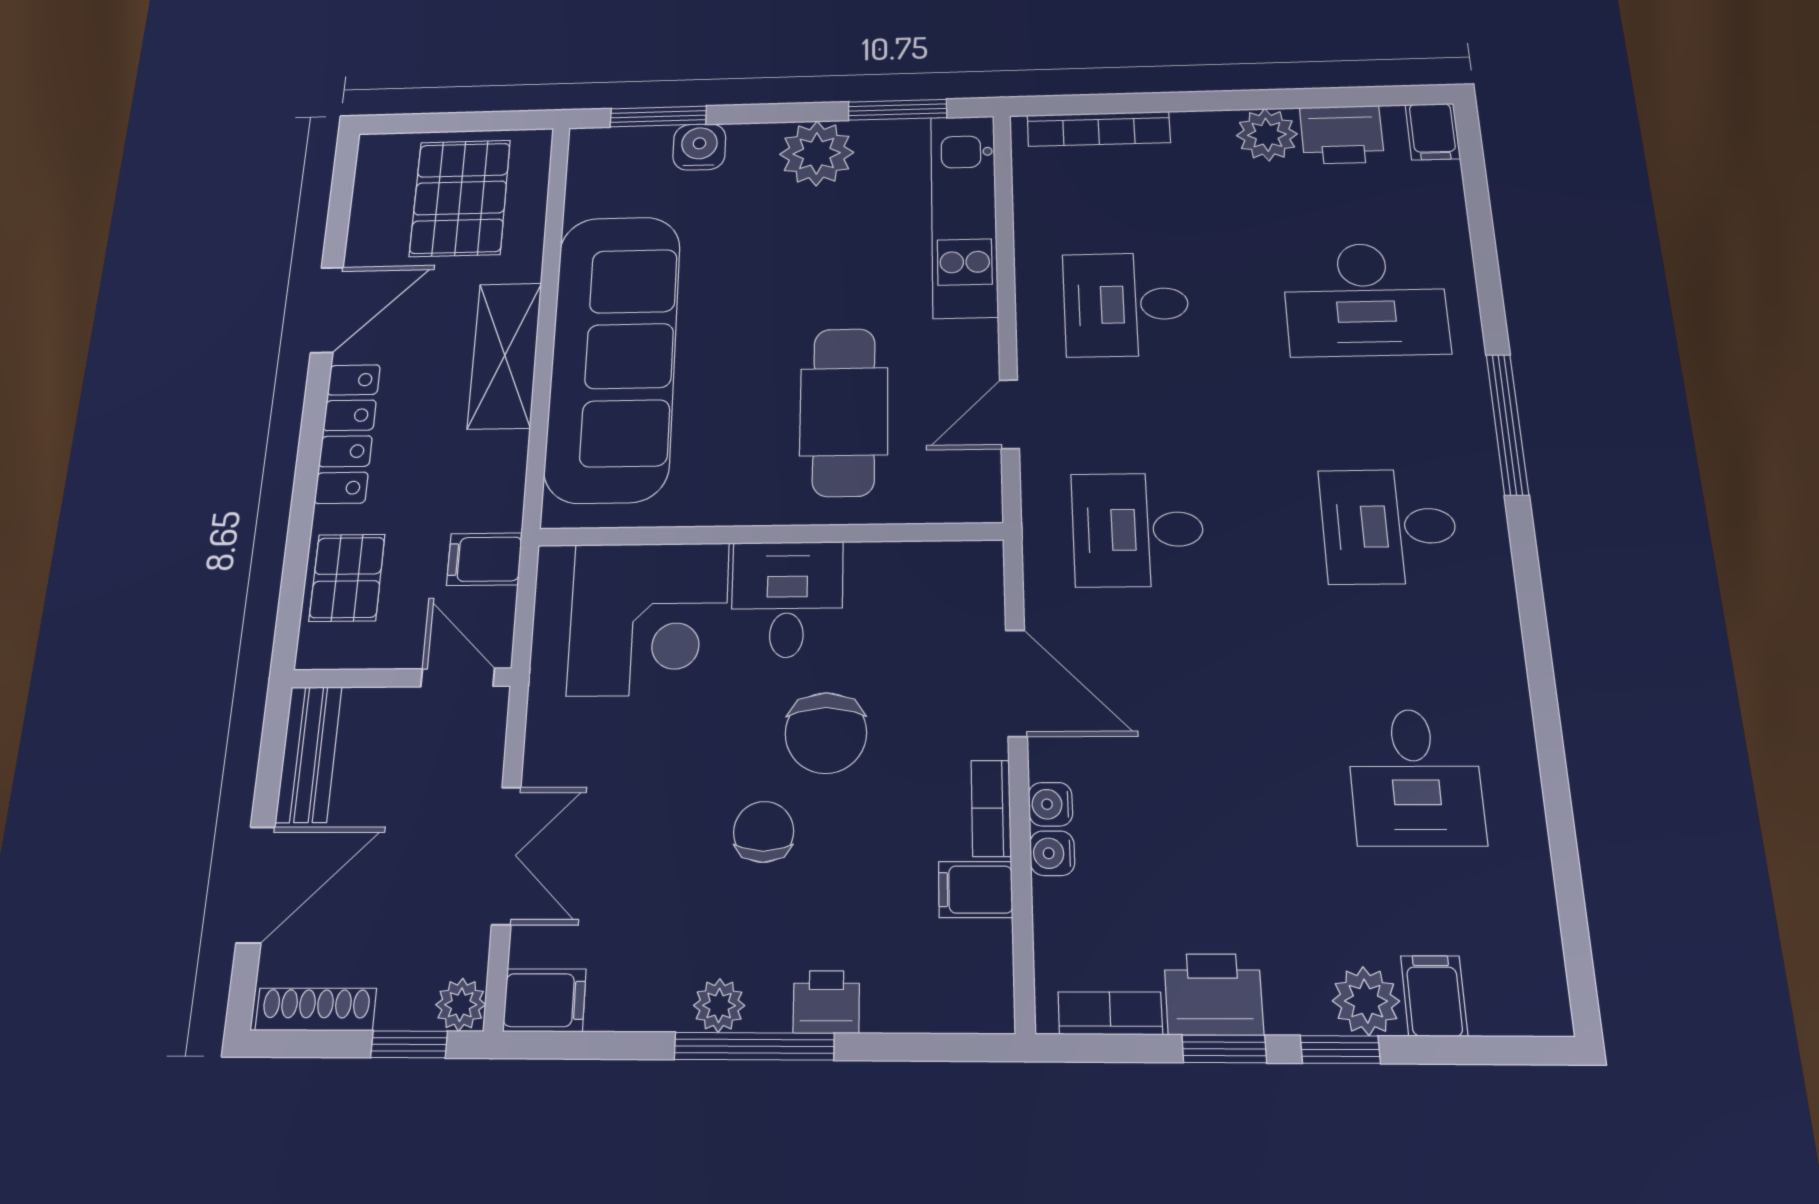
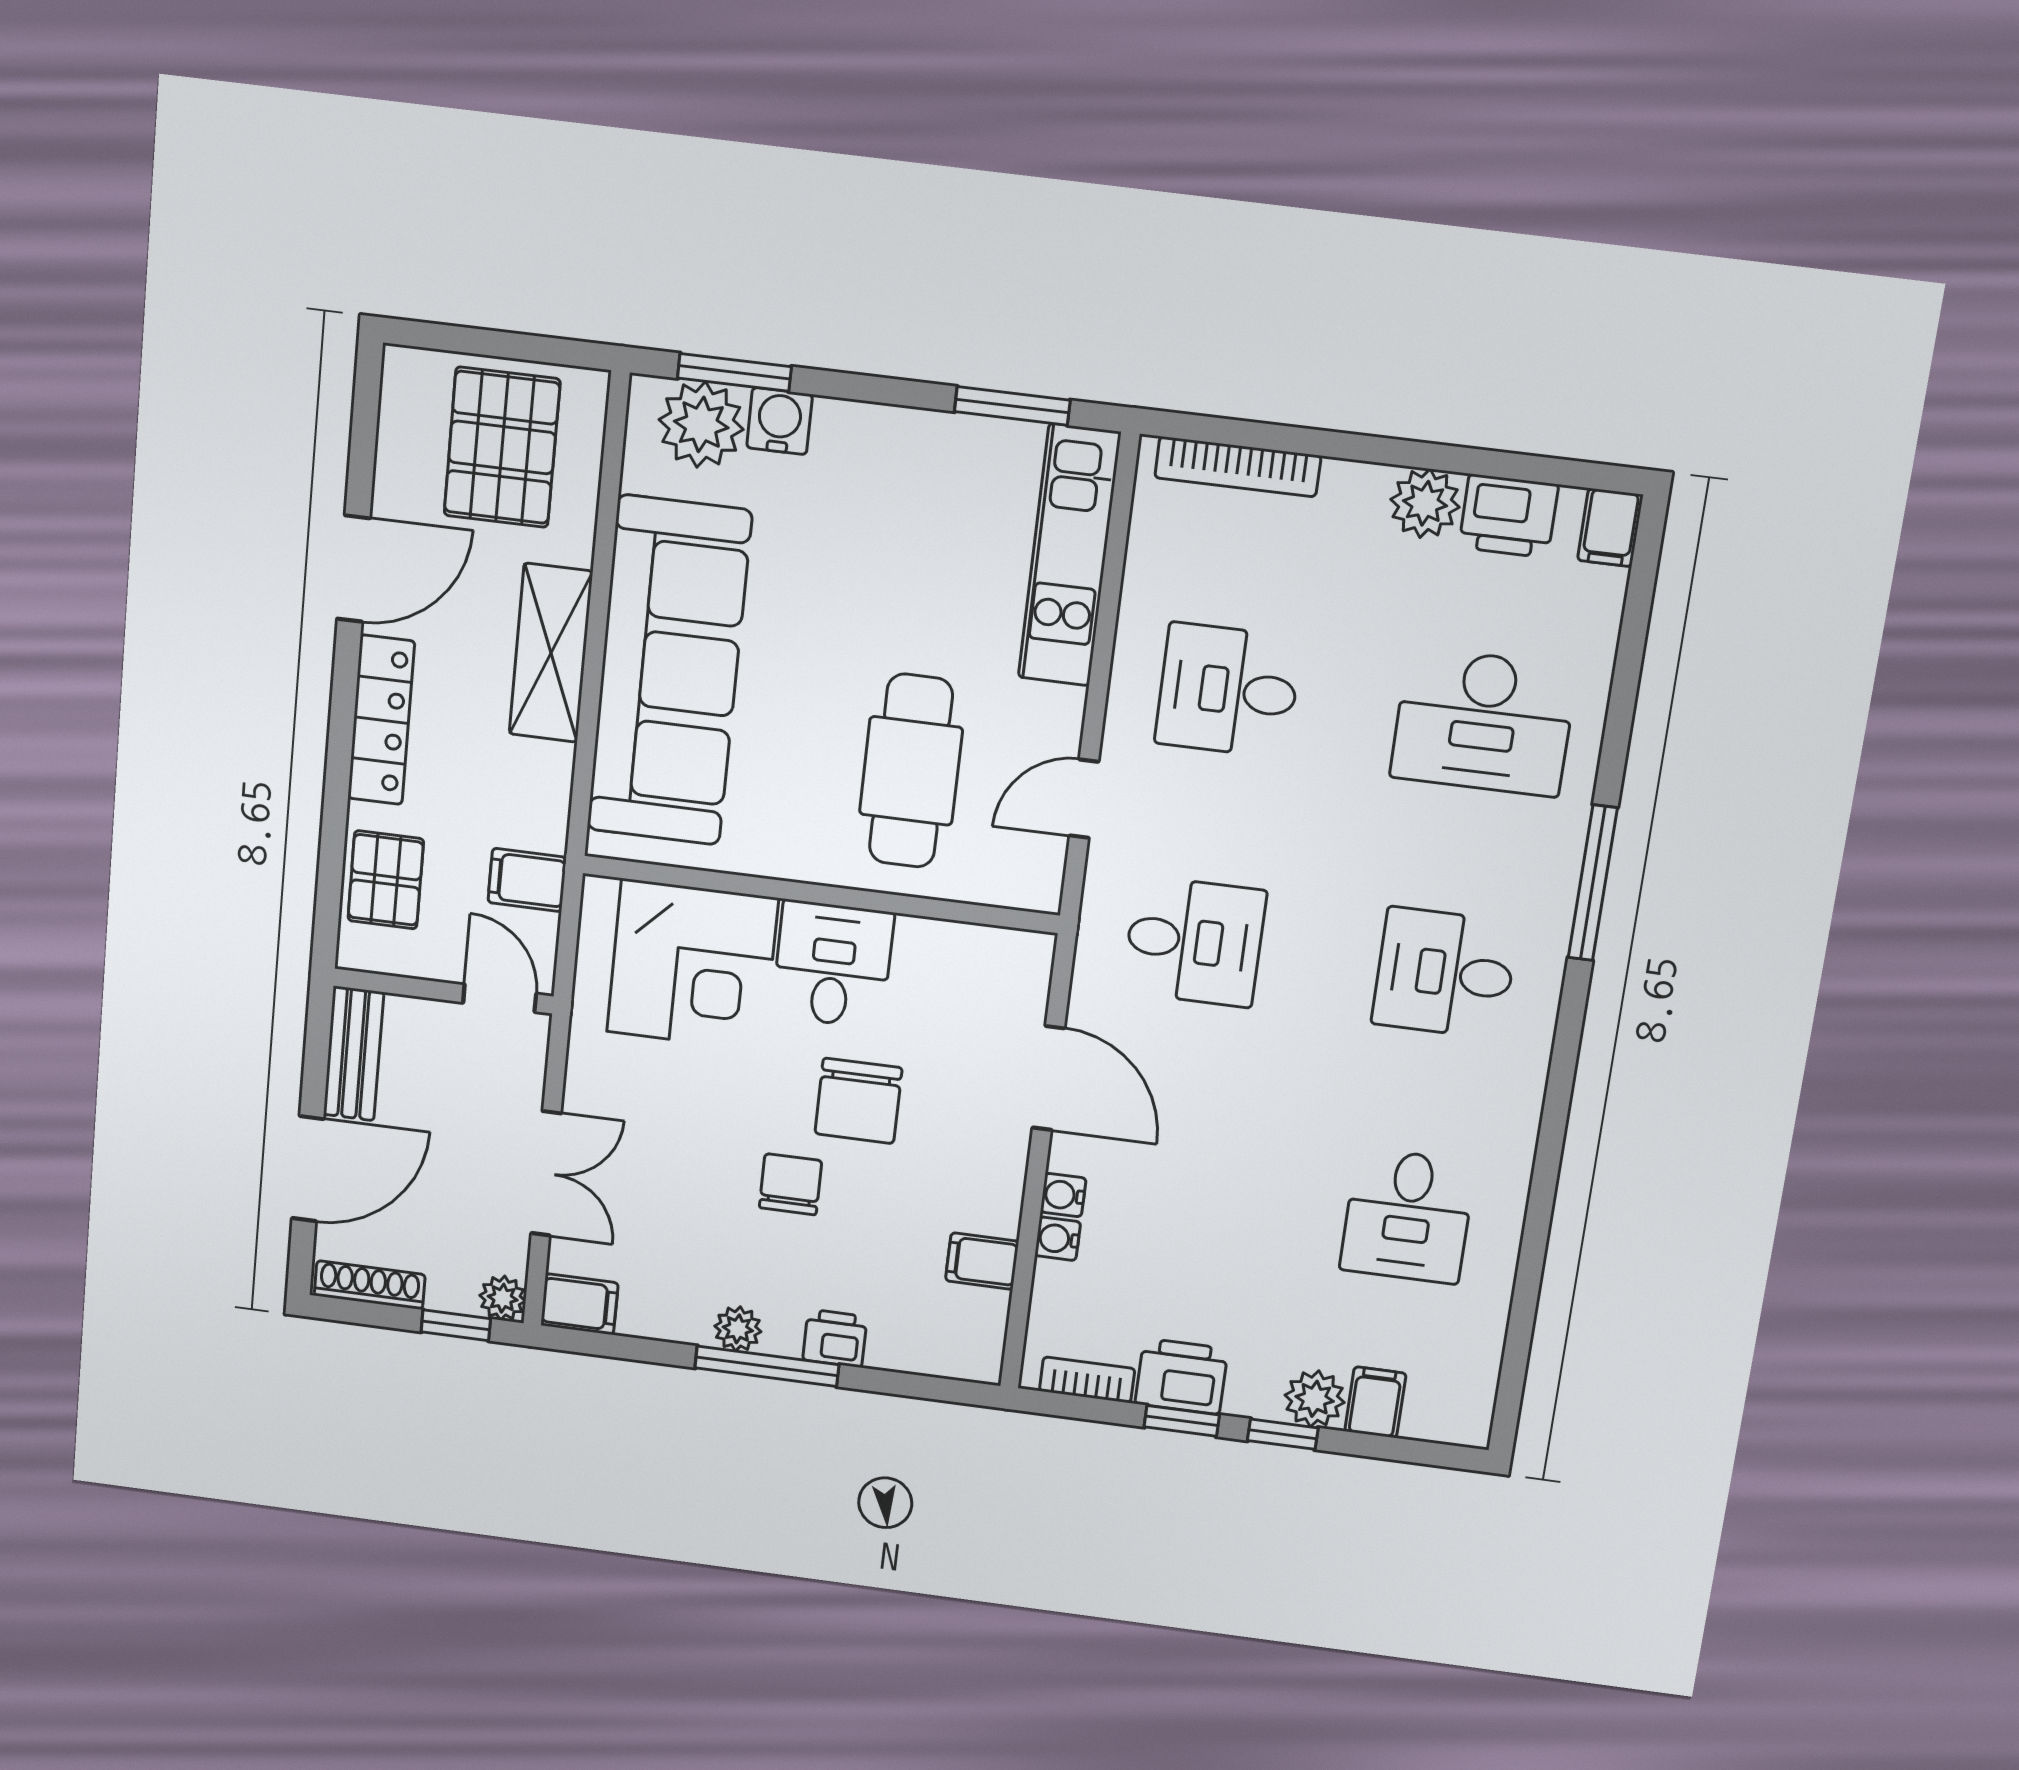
plant: (817, 153) -> (701, 425), moved
desk: (1138, 530) -> (1194, 941), turned 180
bookcase: (991, 808) -> (1007, 1191), removed

